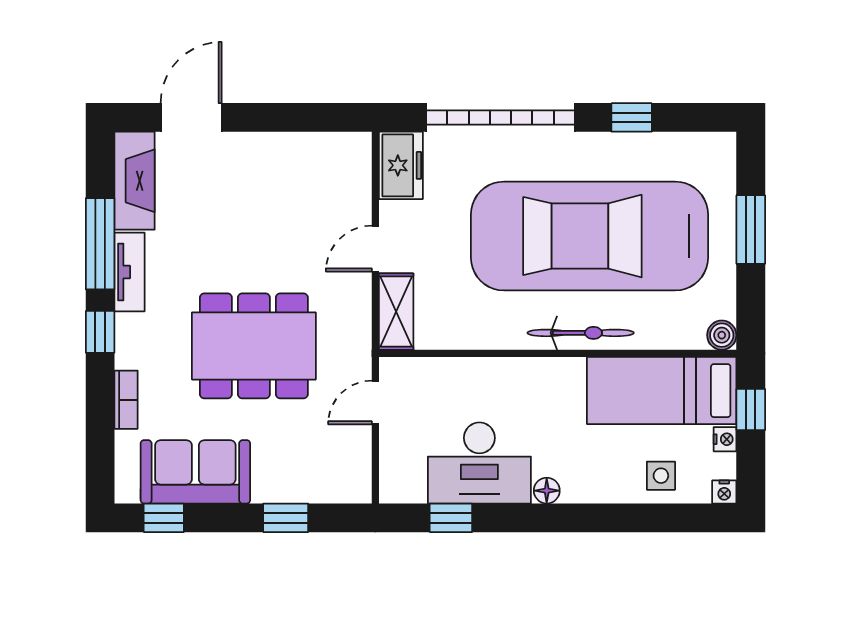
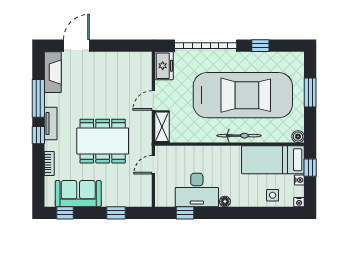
car: (590, 236) -> (243, 95), turned 180
tv unit: (129, 272) -> (51, 124), moved

